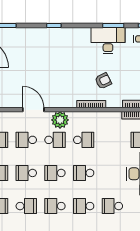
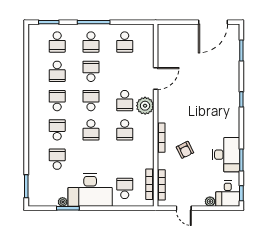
school desk: (26, 140) -> (125, 71), removed
school desk: (84, 173) -> (91, 130), turned 180

